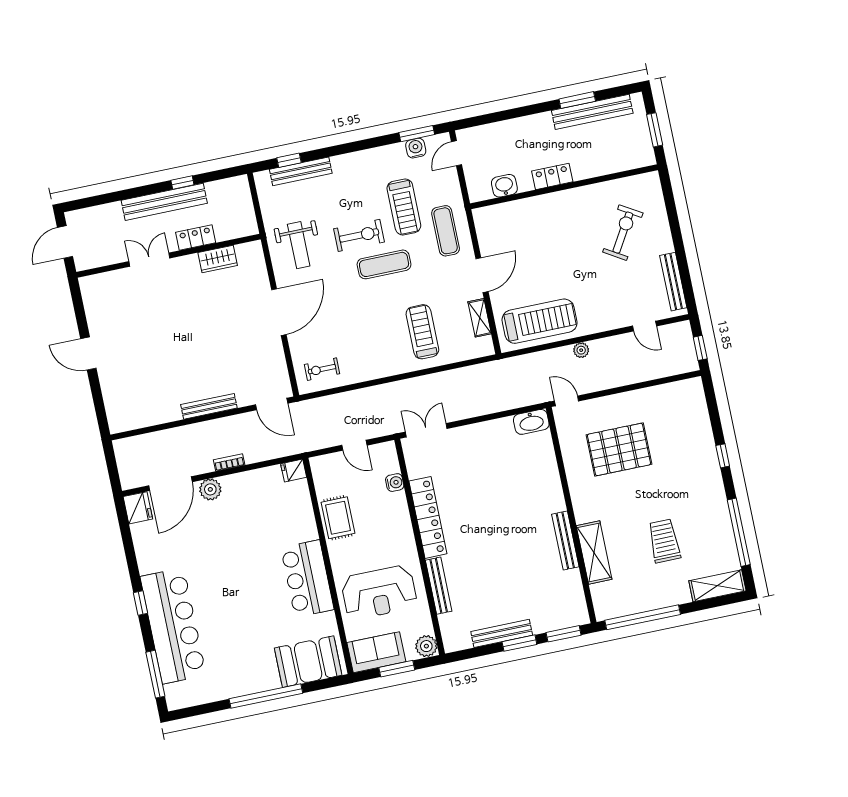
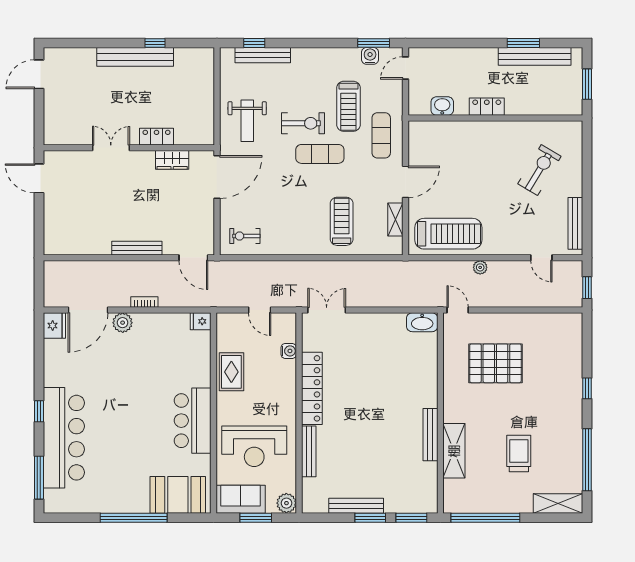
locker: (196, 238) -> (157, 137), moved
wall: (168, 256) -> (129, 148), moved
wardrobe: (218, 259) -> (172, 160), moved
double door: (149, 260) -> (111, 148), moved

